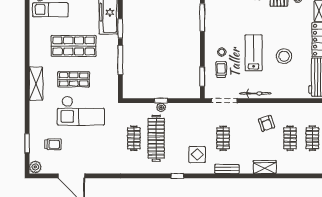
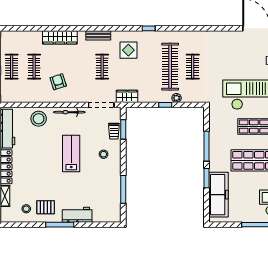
lab bench: (254, 53) -> (71, 153), turned 180
stool: (284, 56) -> (39, 119), moved
trolley: (221, 70) -> (114, 131), moved
plant: (161, 107) -> (177, 98), moved
wardrobe: (199, 109) -> (127, 96), added
wardrobe: (265, 167) -> (60, 37), width x1.50

